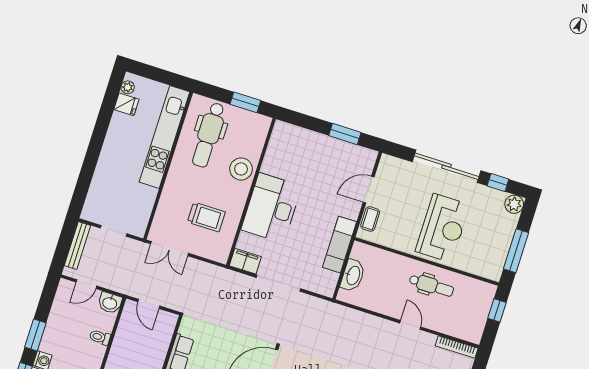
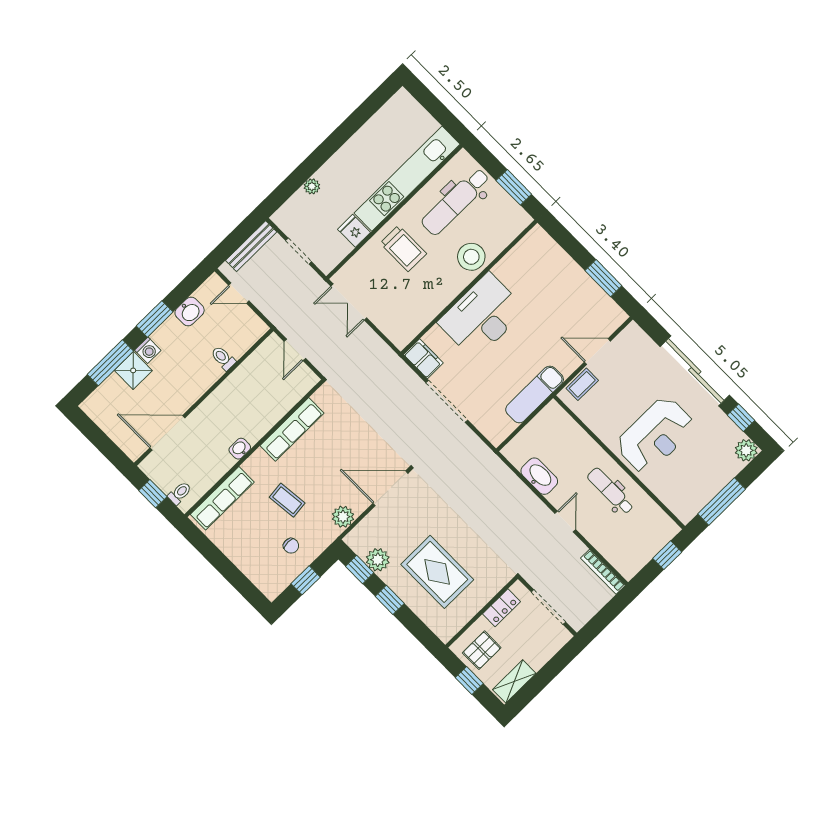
plant: (128, 87) -> (312, 186), moved
fridge: (126, 104) -> (354, 231), moved, turned 180
trolley: (206, 217) -> (403, 248), moved
washbasin: (353, 275) -> (539, 476), moved, turned -90
dental chair: (431, 285) -> (611, 491), turned 180
washbasin: (110, 303) -> (190, 311), moved, turned -90

